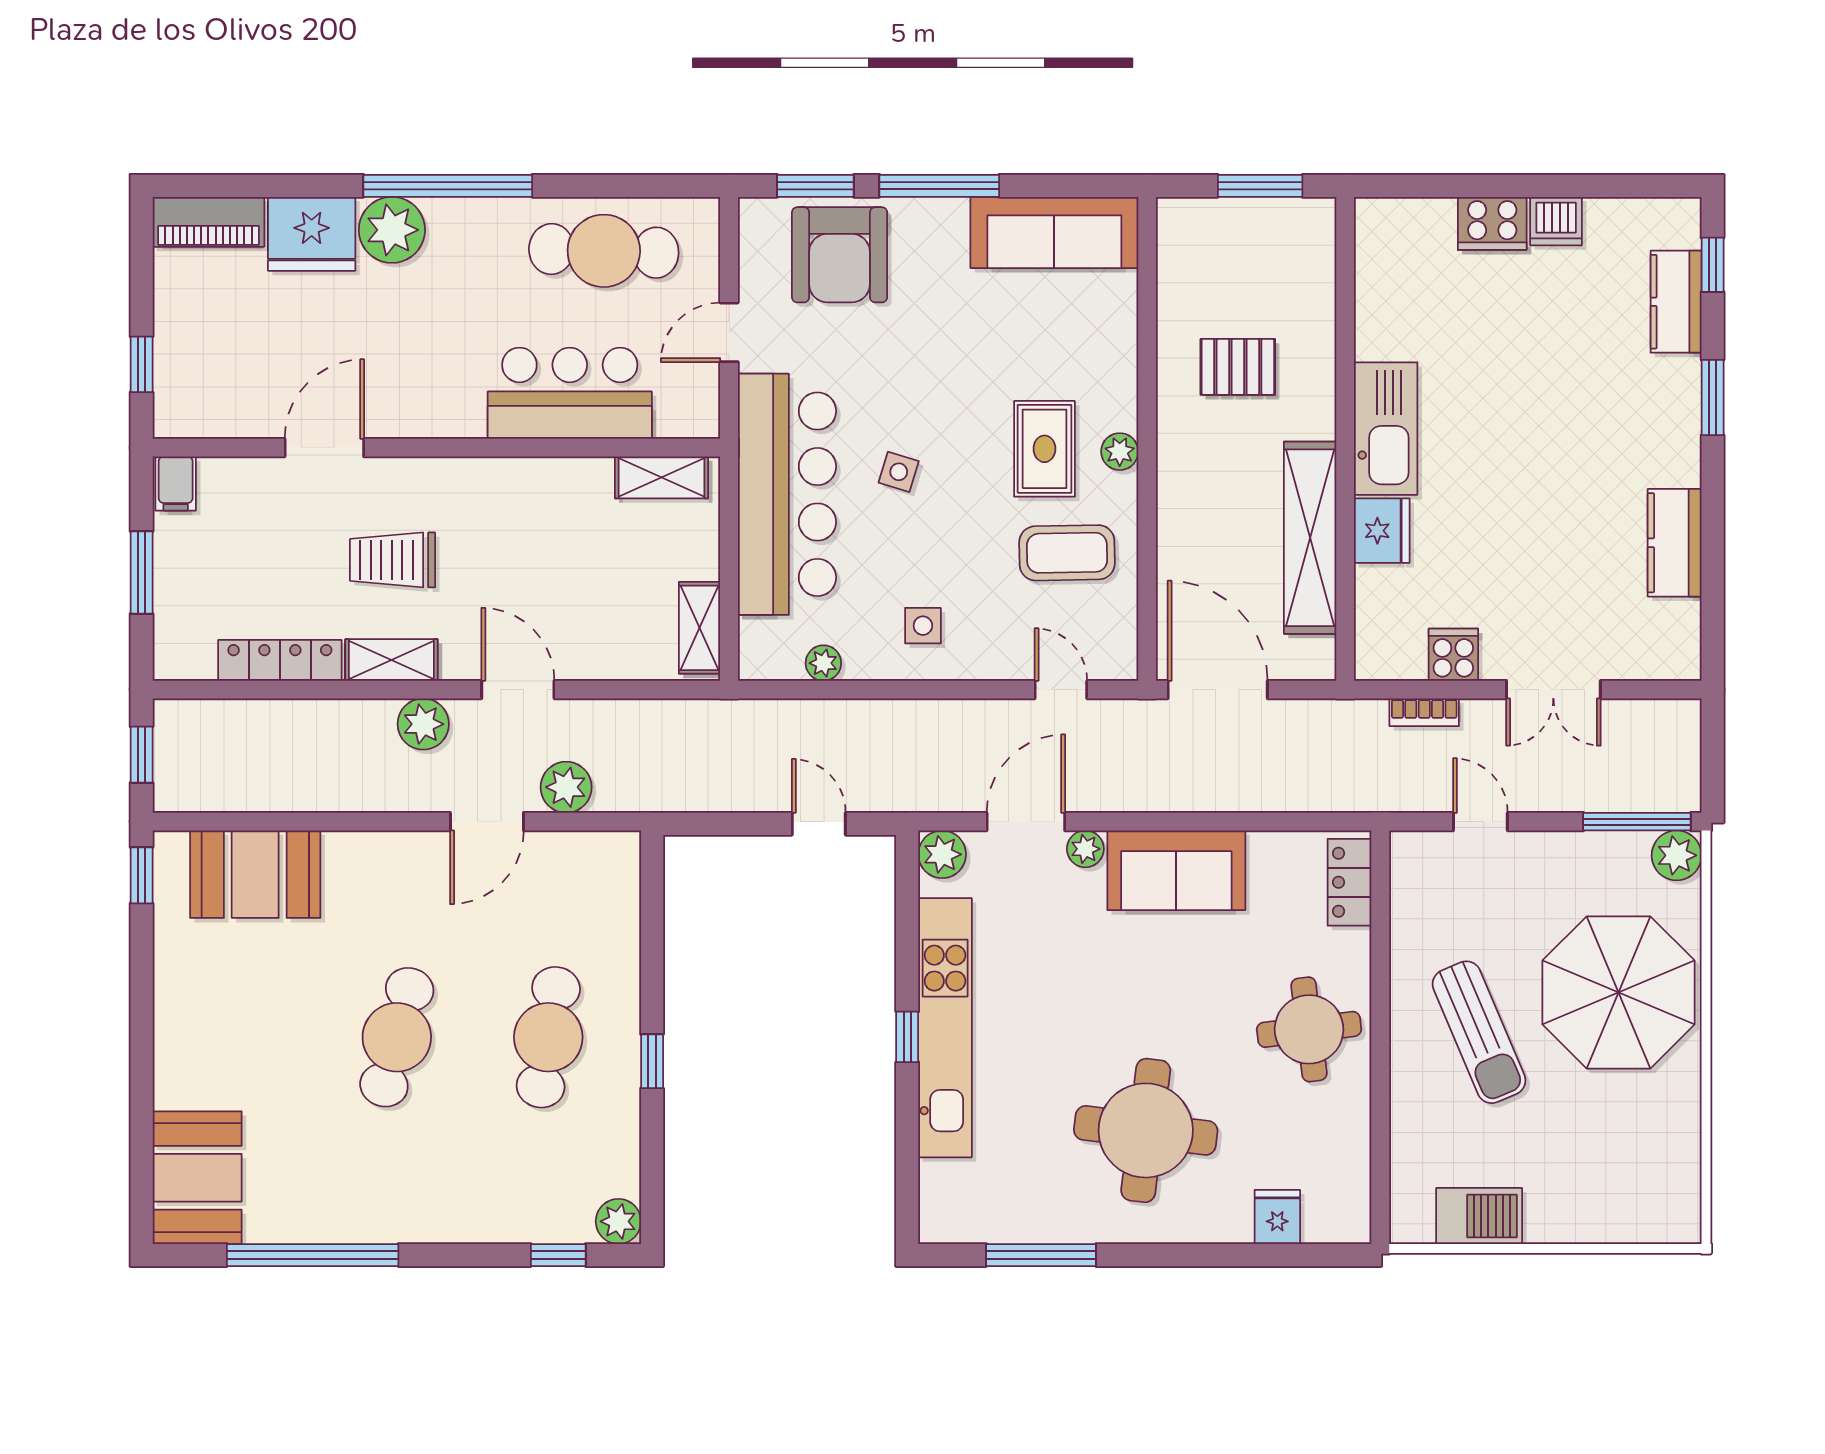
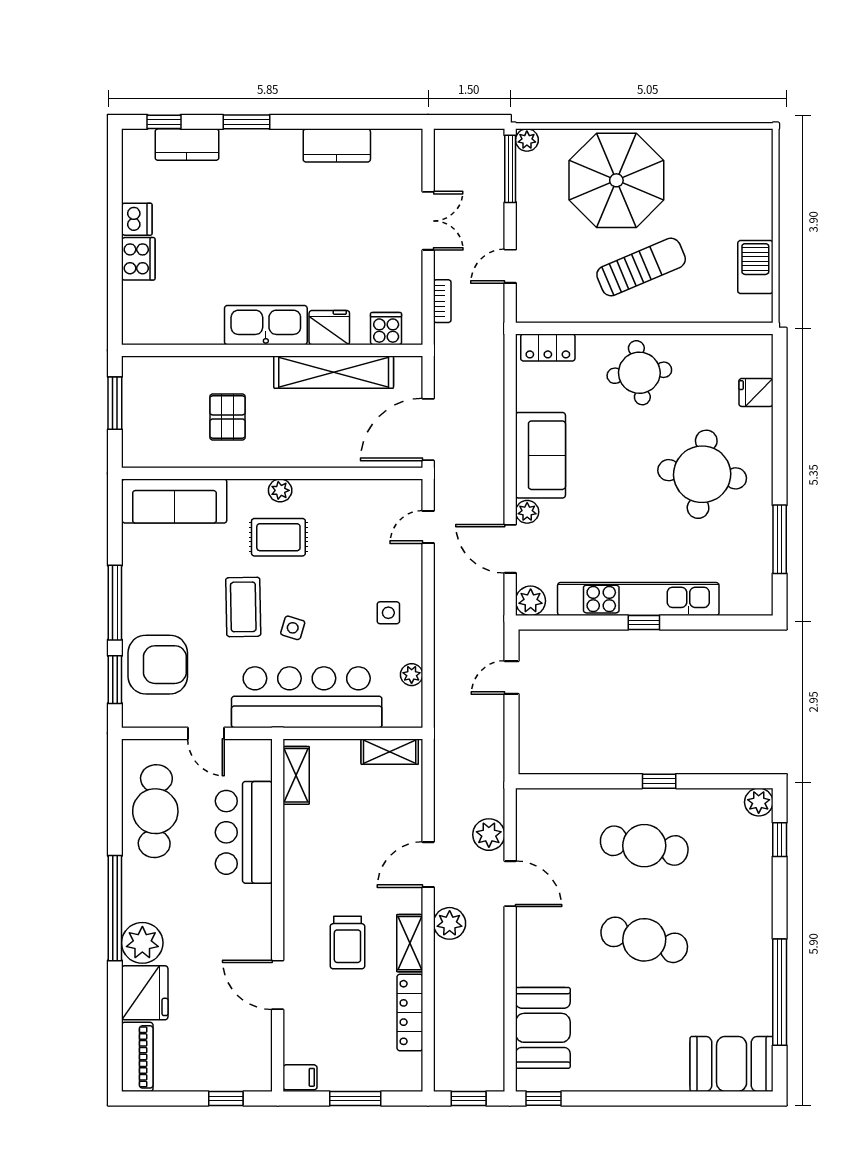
sofa: (1054, 232) -> (174, 501), moved, turned 90
coffee table: (1067, 553) -> (243, 607), moved
cooker: (1453, 655) -> (386, 329), moved, turned 90
plant: (1677, 855) -> (527, 140), width x0.73, depth x0.73

